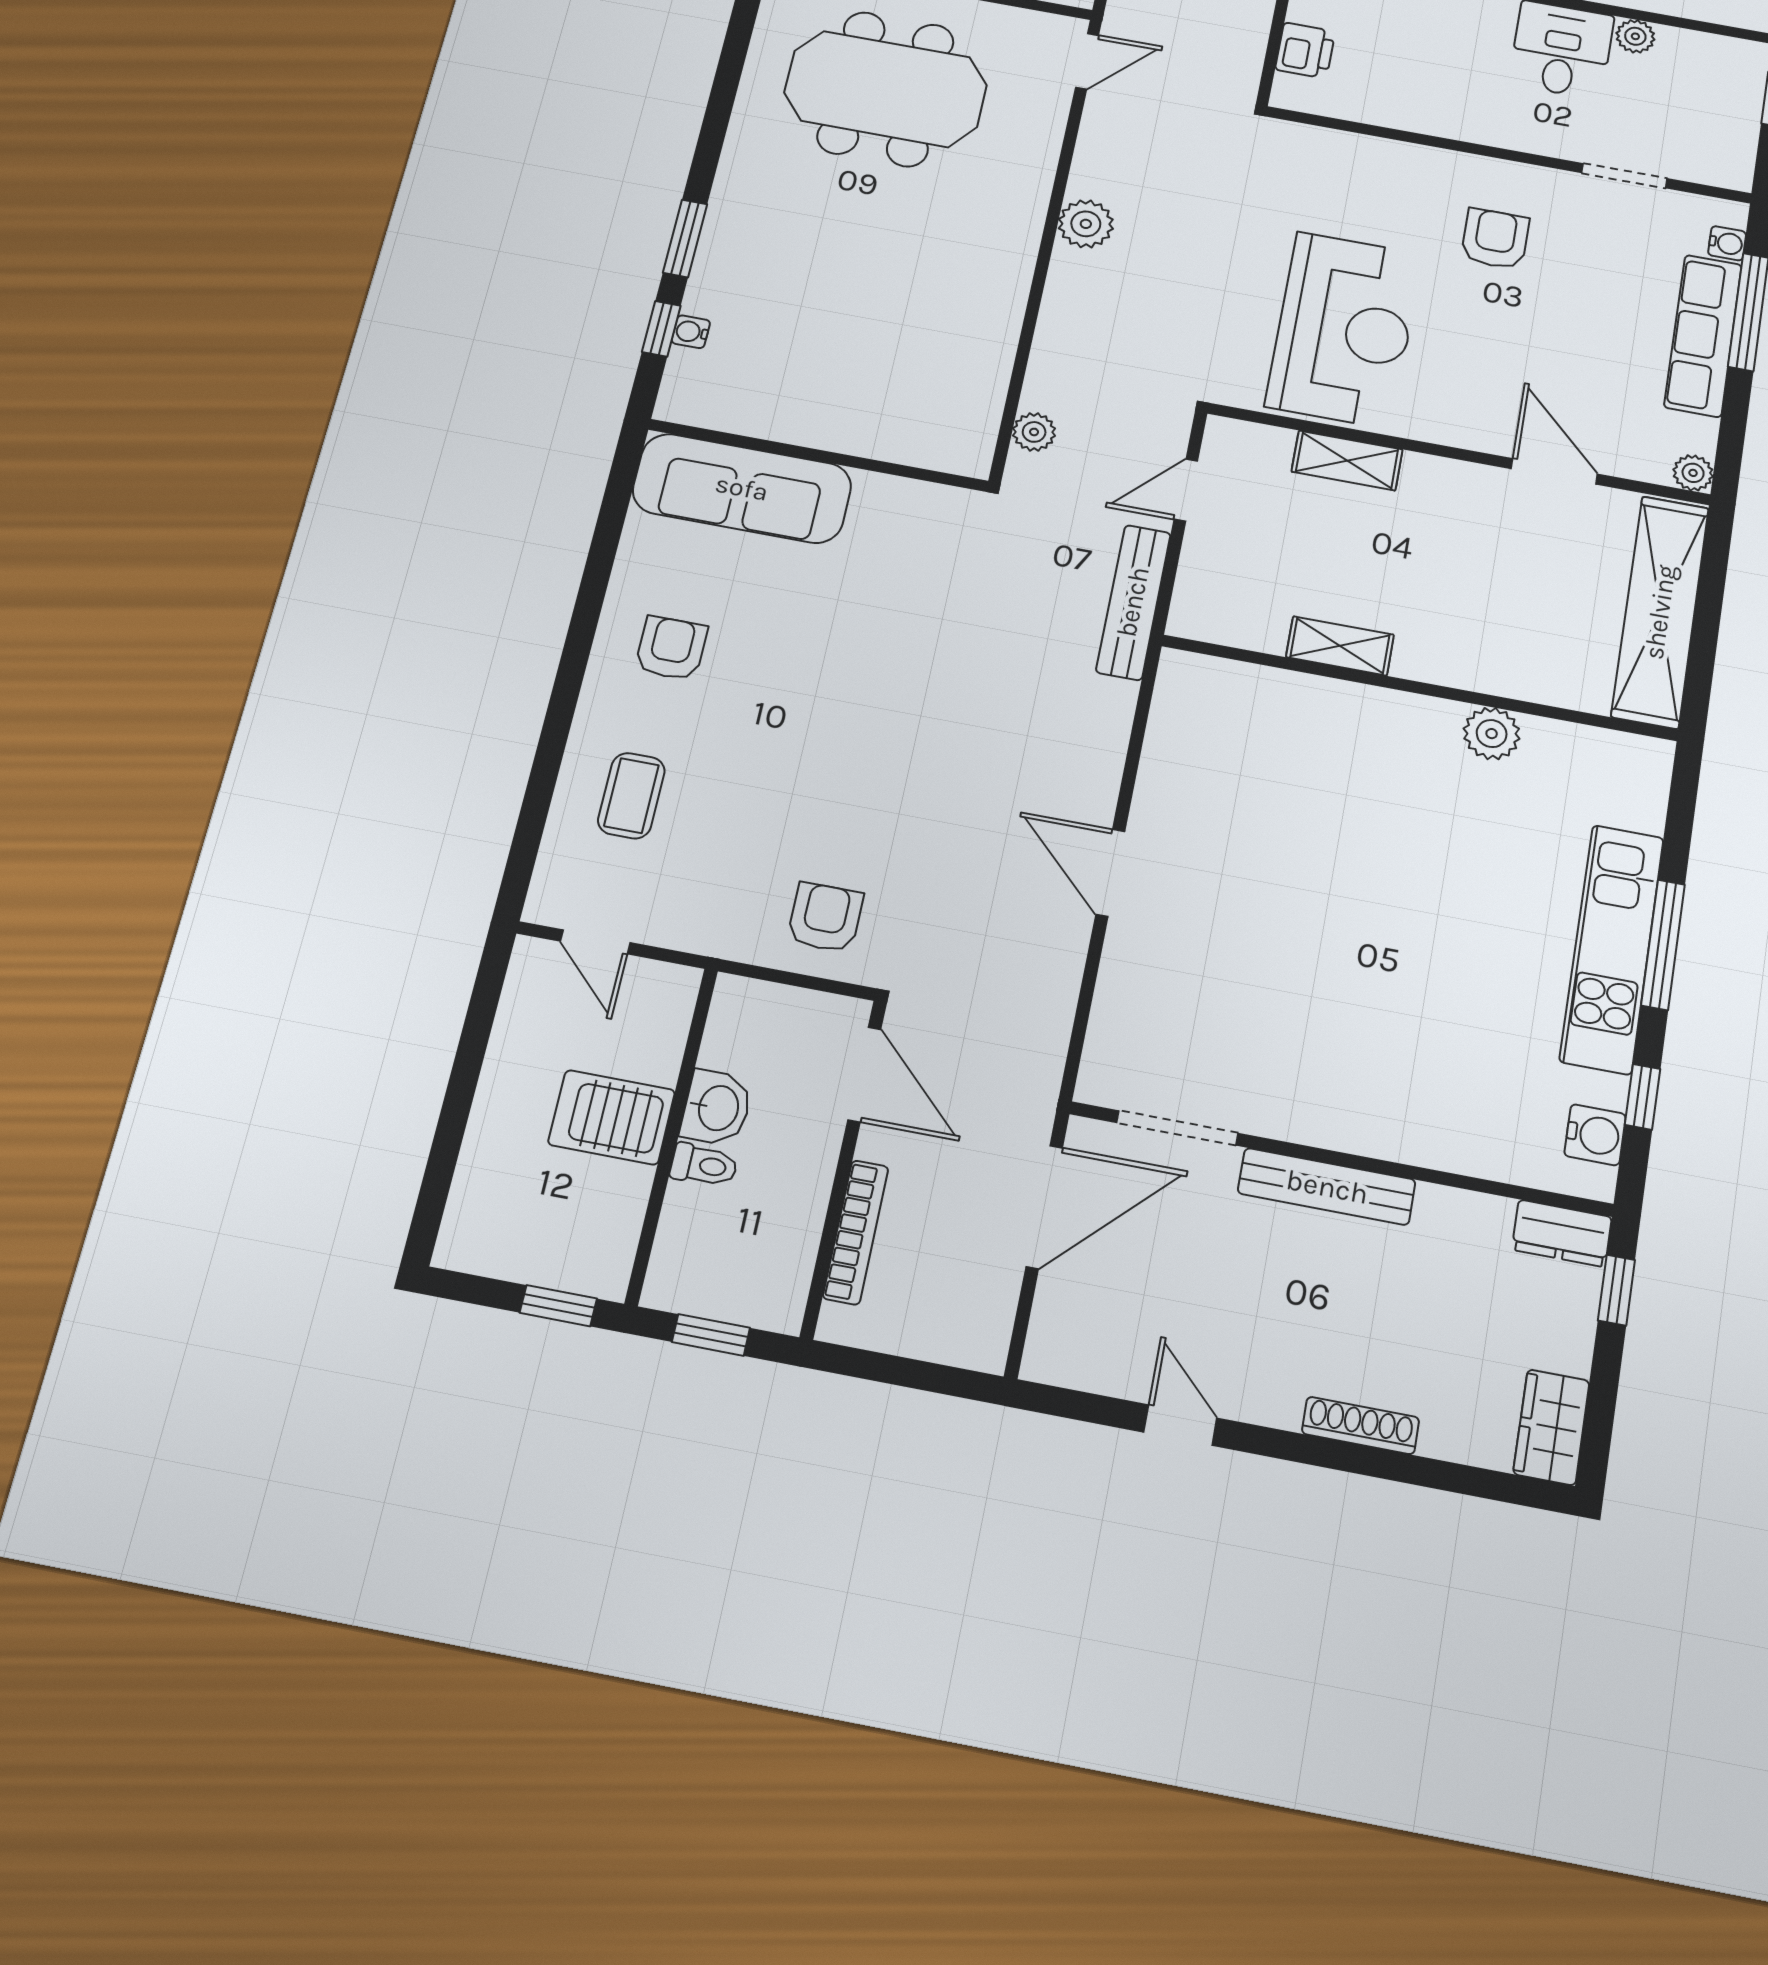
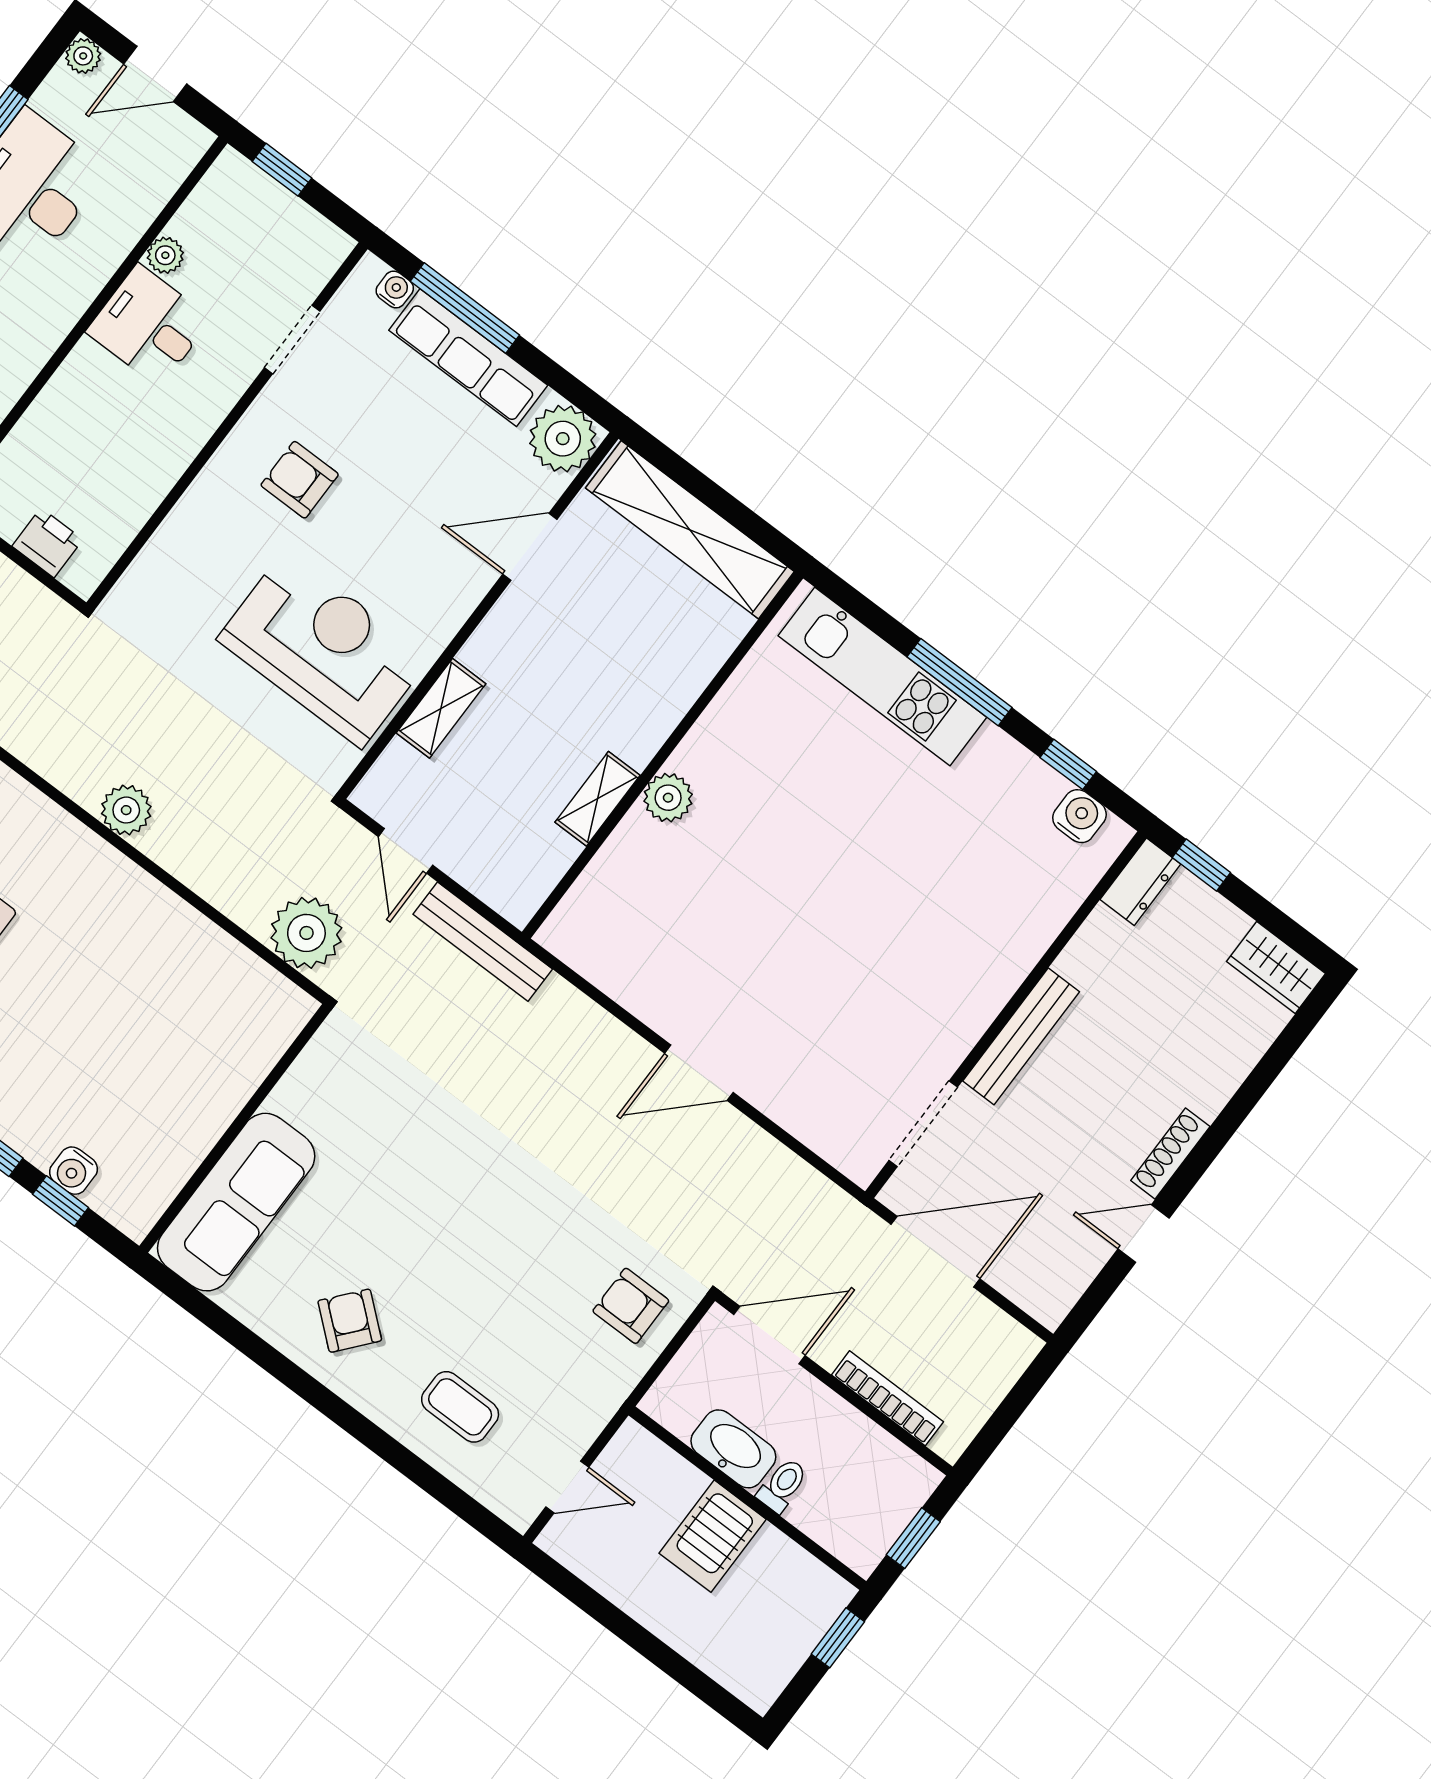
water cooler: (691, 332) -> (73, 1171), width x1.38, depth x1.38
plant: (1034, 432) -> (306, 933), width x1.88, depth x1.88
plant: (1693, 473) -> (563, 439), width x1.88, depth x1.88
armchair: (671, 648) -> (350, 1321), turned 40
plant: (1492, 734) -> (668, 798), moved
kitchen unit: (1612, 949) -> (882, 677), moved
washbasin: (717, 1108) -> (733, 1449), width x1.38
door: (1044, 1207) -> (935, 1252), hinge flipped
shoe rack: (1361, 1426) -> (1170, 1153), moved

